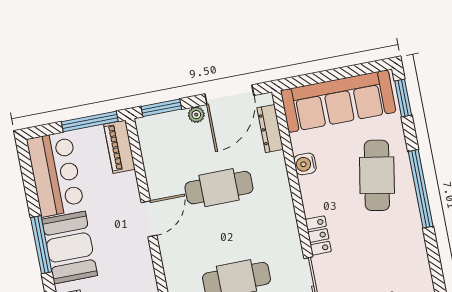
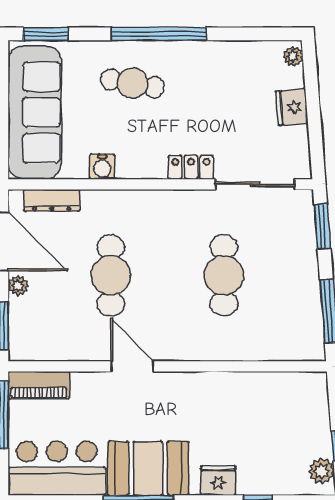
cafe table: (377, 175) -> (133, 83), width x0.73, depth x0.74

